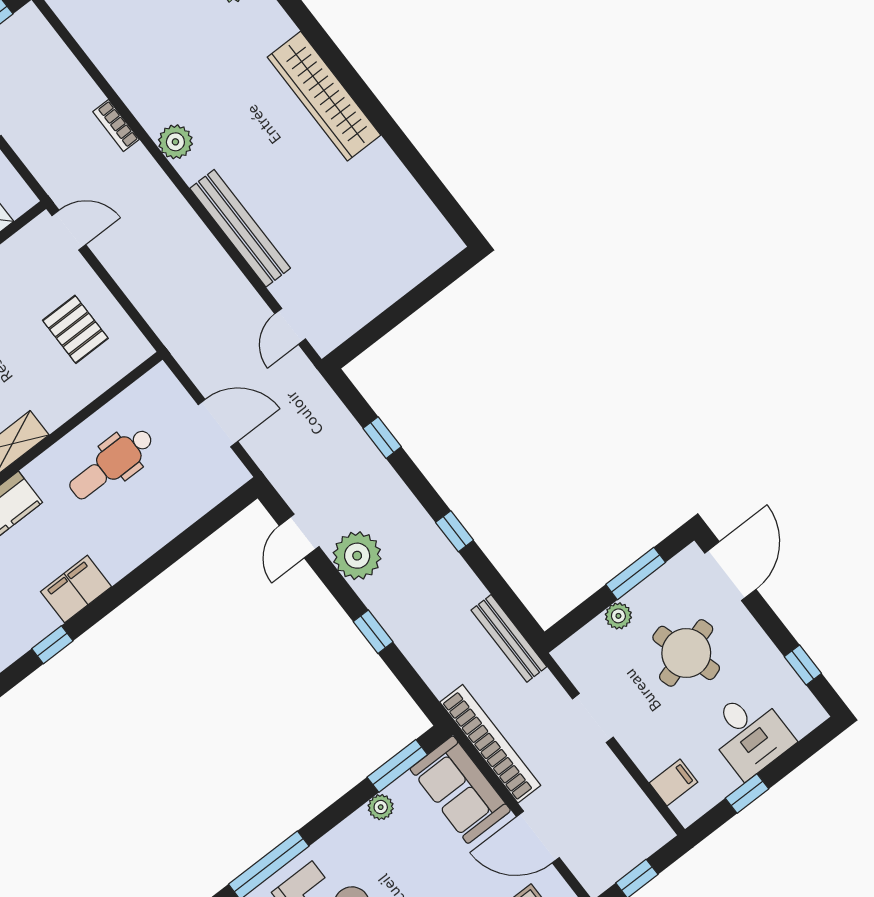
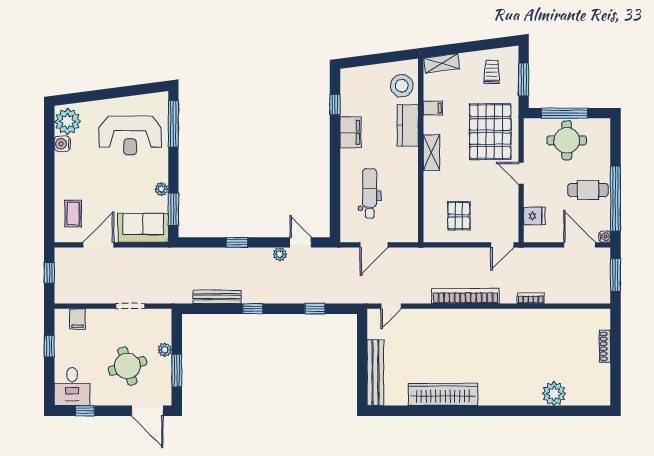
wardrobe: (324, 96) -> (443, 394), moved
plant: (175, 142) -> (505, 318), removed
bench: (240, 228) -> (375, 373), moved, turned 90
door: (290, 326) -> (391, 306), swing flipped
pallet: (75, 329) -> (459, 216), turned 90
dental chair: (111, 464) -> (370, 193), moved
plant: (357, 556) -> (280, 254), width x0.53, depth x0.53
bench: (509, 638) -> (217, 297), moved
desk: (749, 734) -> (72, 386), moved, turned -90
bookcase: (490, 744) -> (465, 296), moved, turned 180

